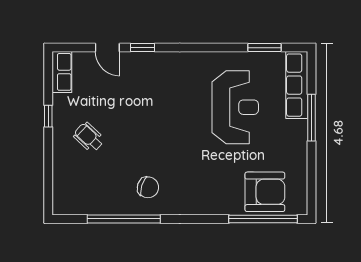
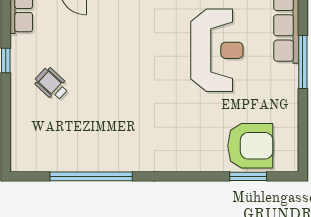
chair: (148, 187) -> (118, 141), removed
window: (263, 219) -> (248, 176), width x0.47

